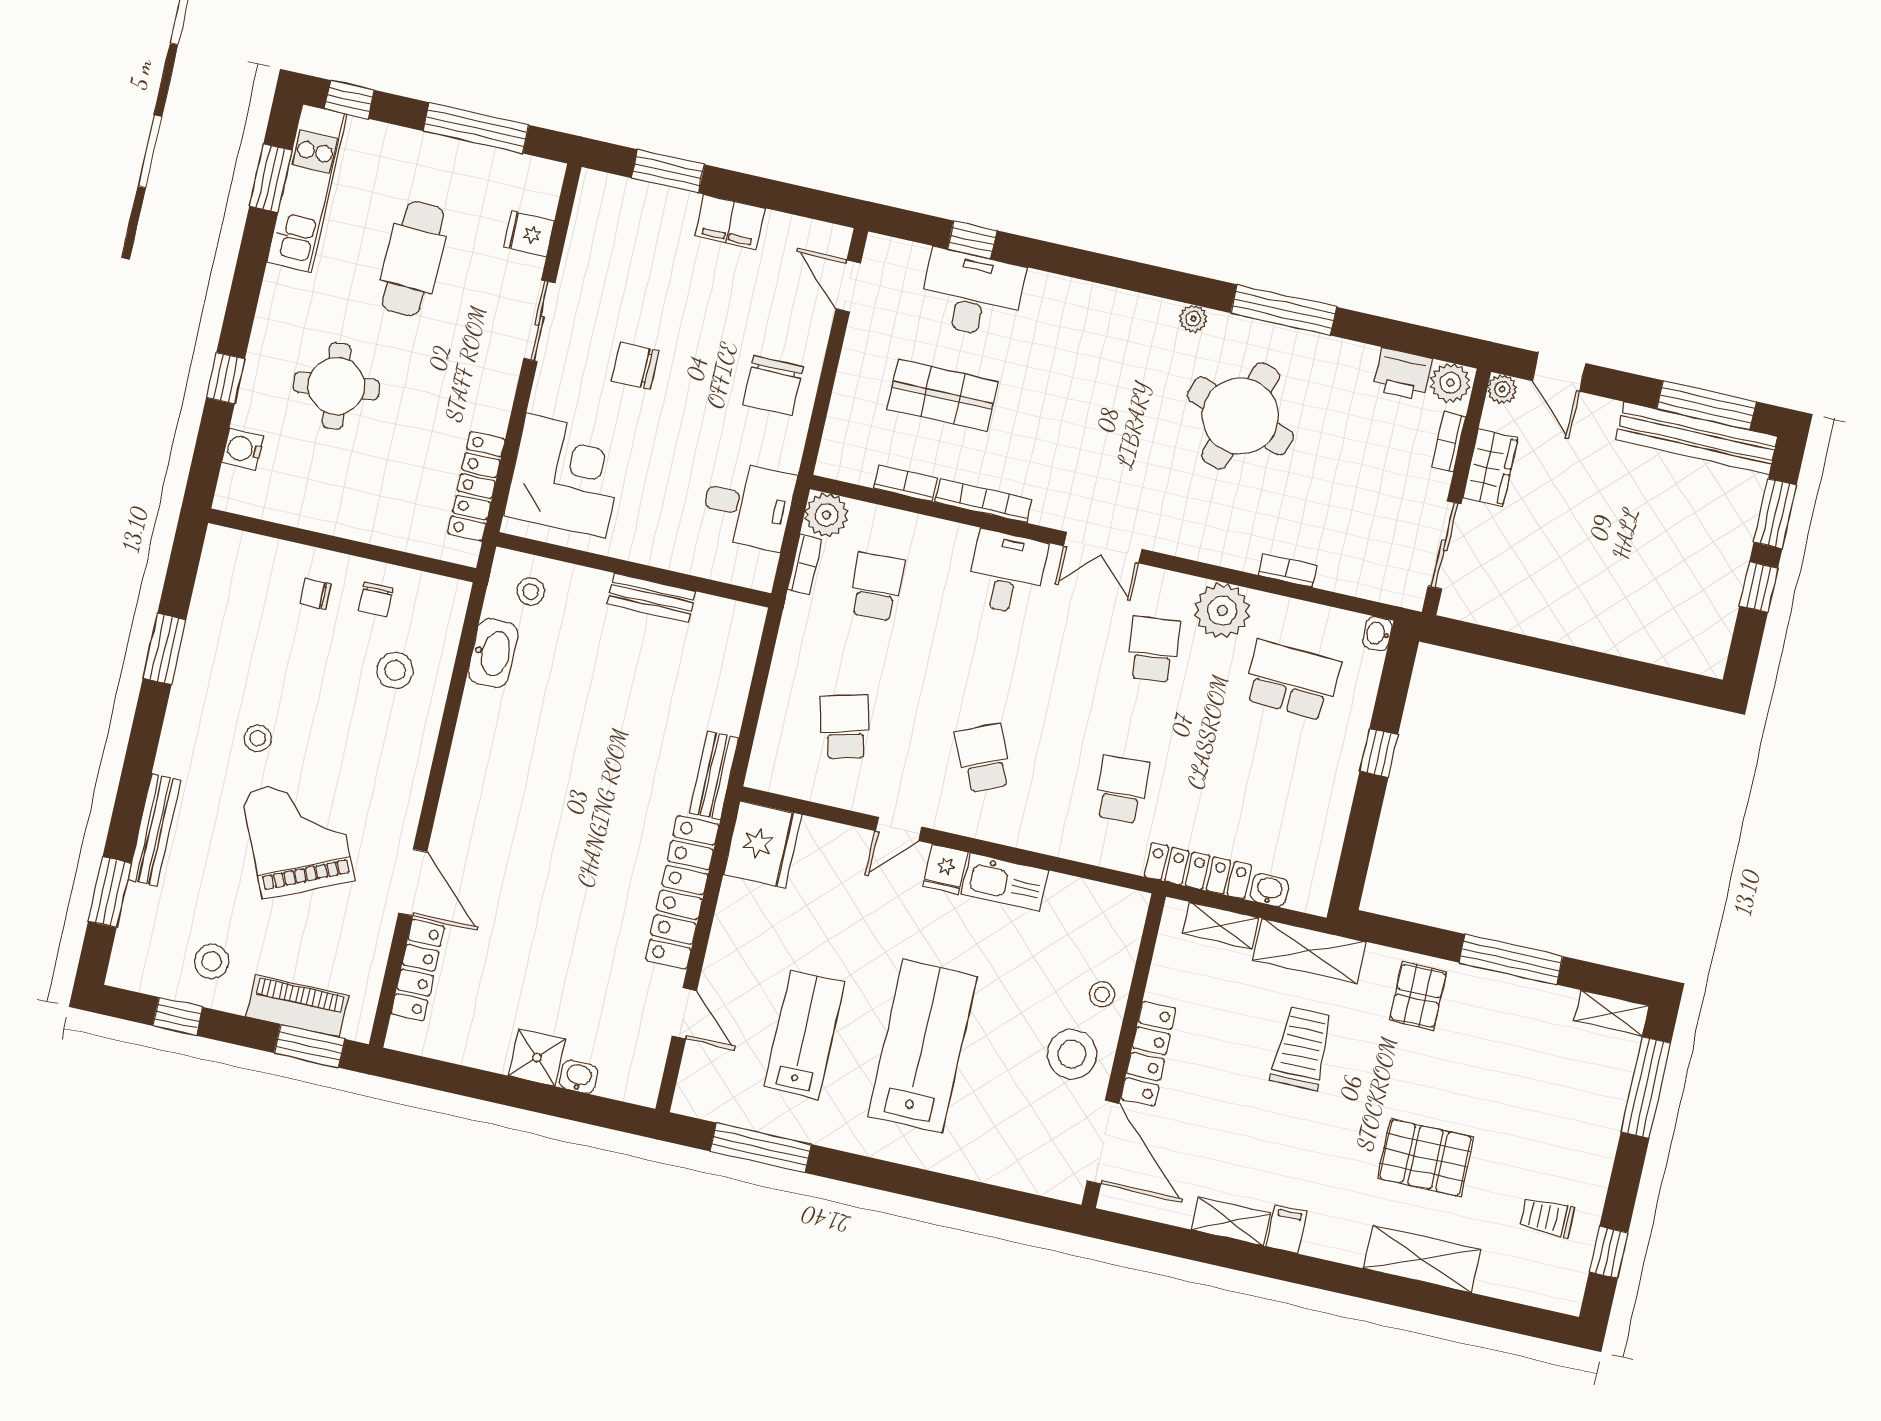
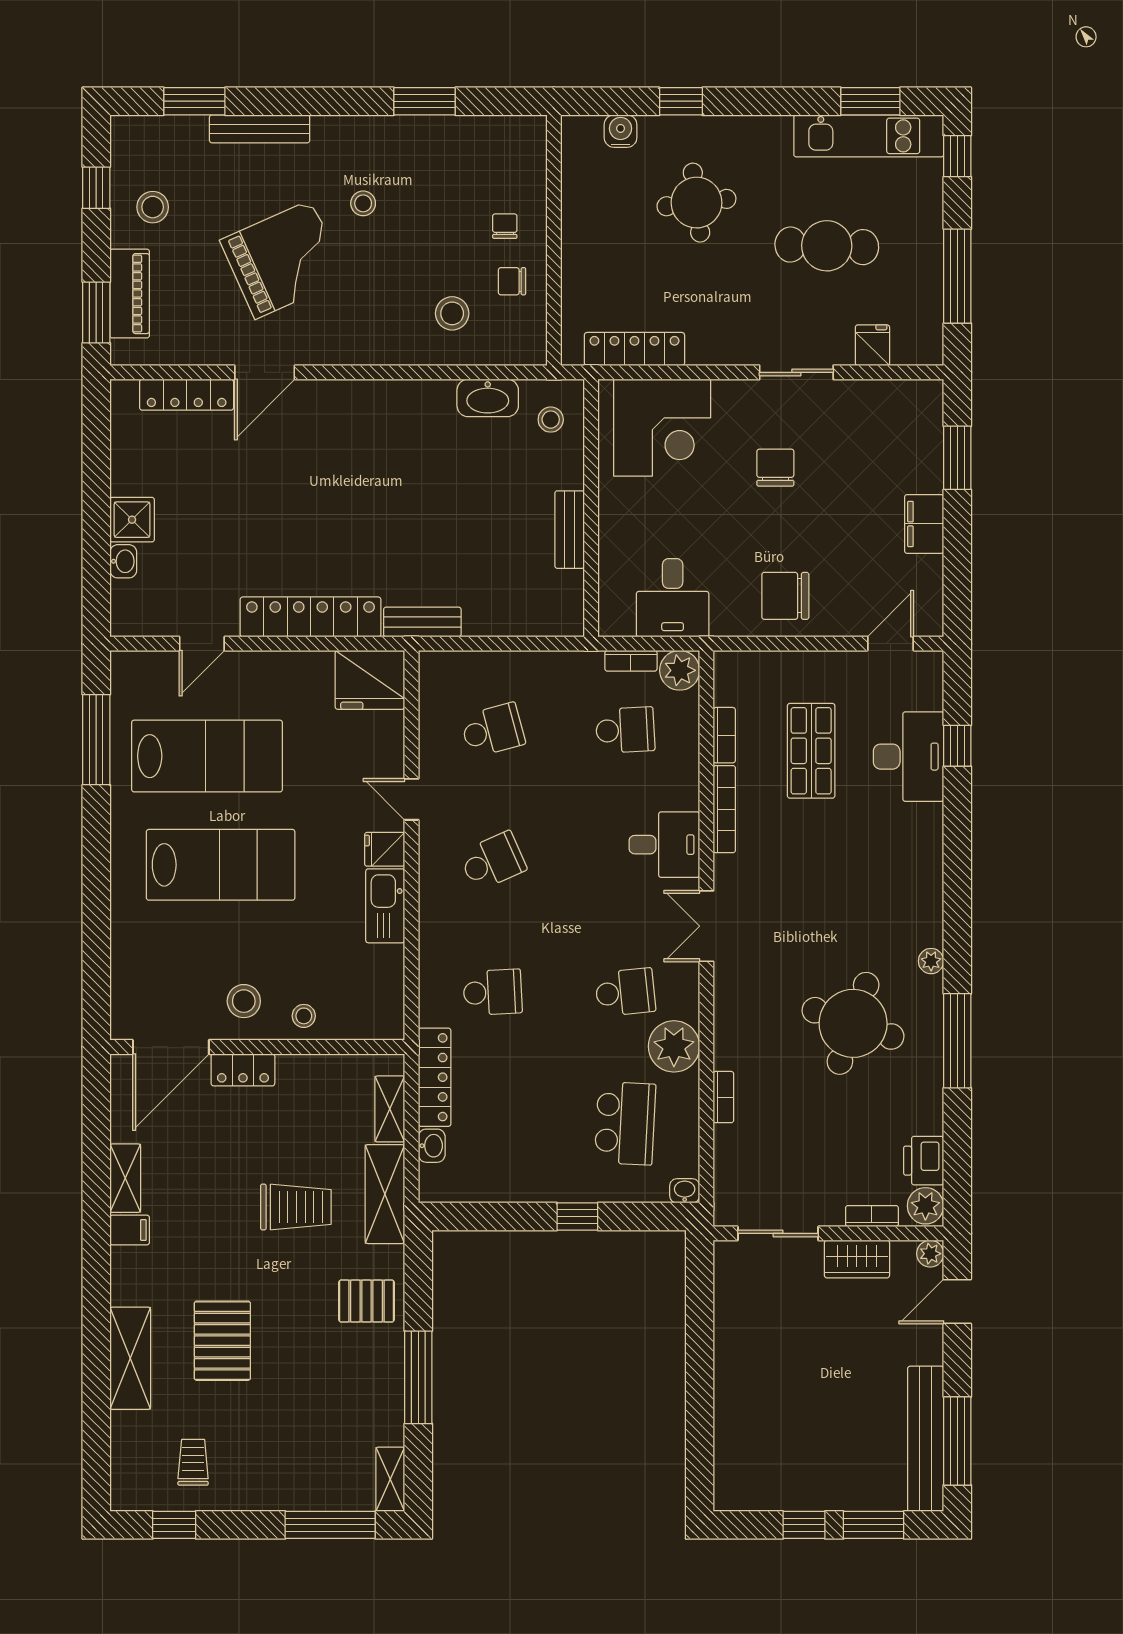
lab bench: (804, 1035) -> (207, 756), width x1.36, depth x1.39
stool: (1072, 1054) -> (244, 1001), width x0.73, depth x0.73
locker: (1148, 1054) -> (243, 1070), width x0.66

